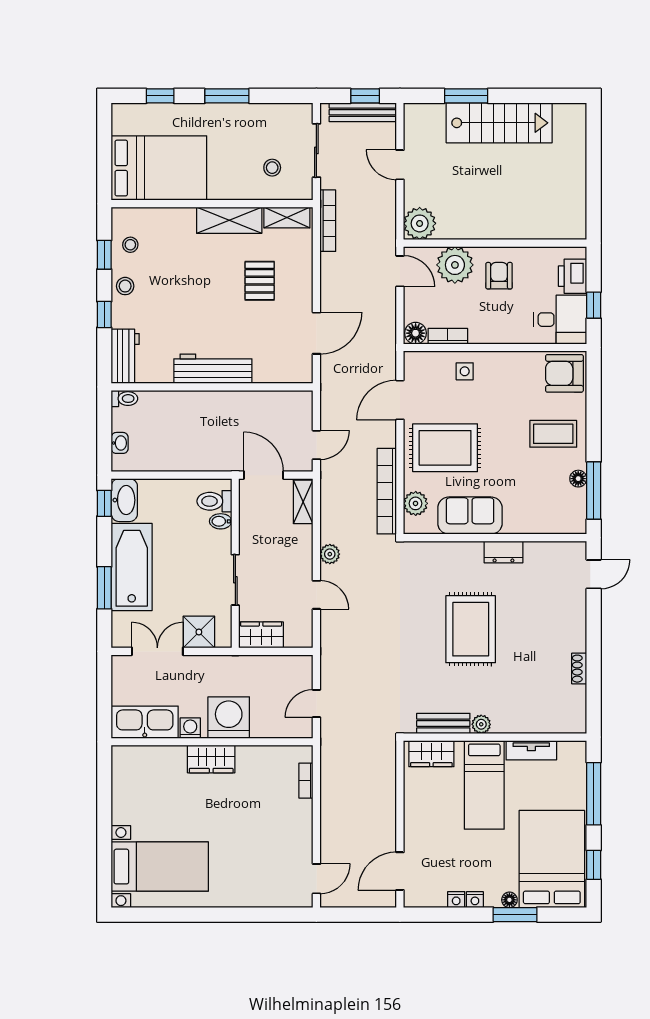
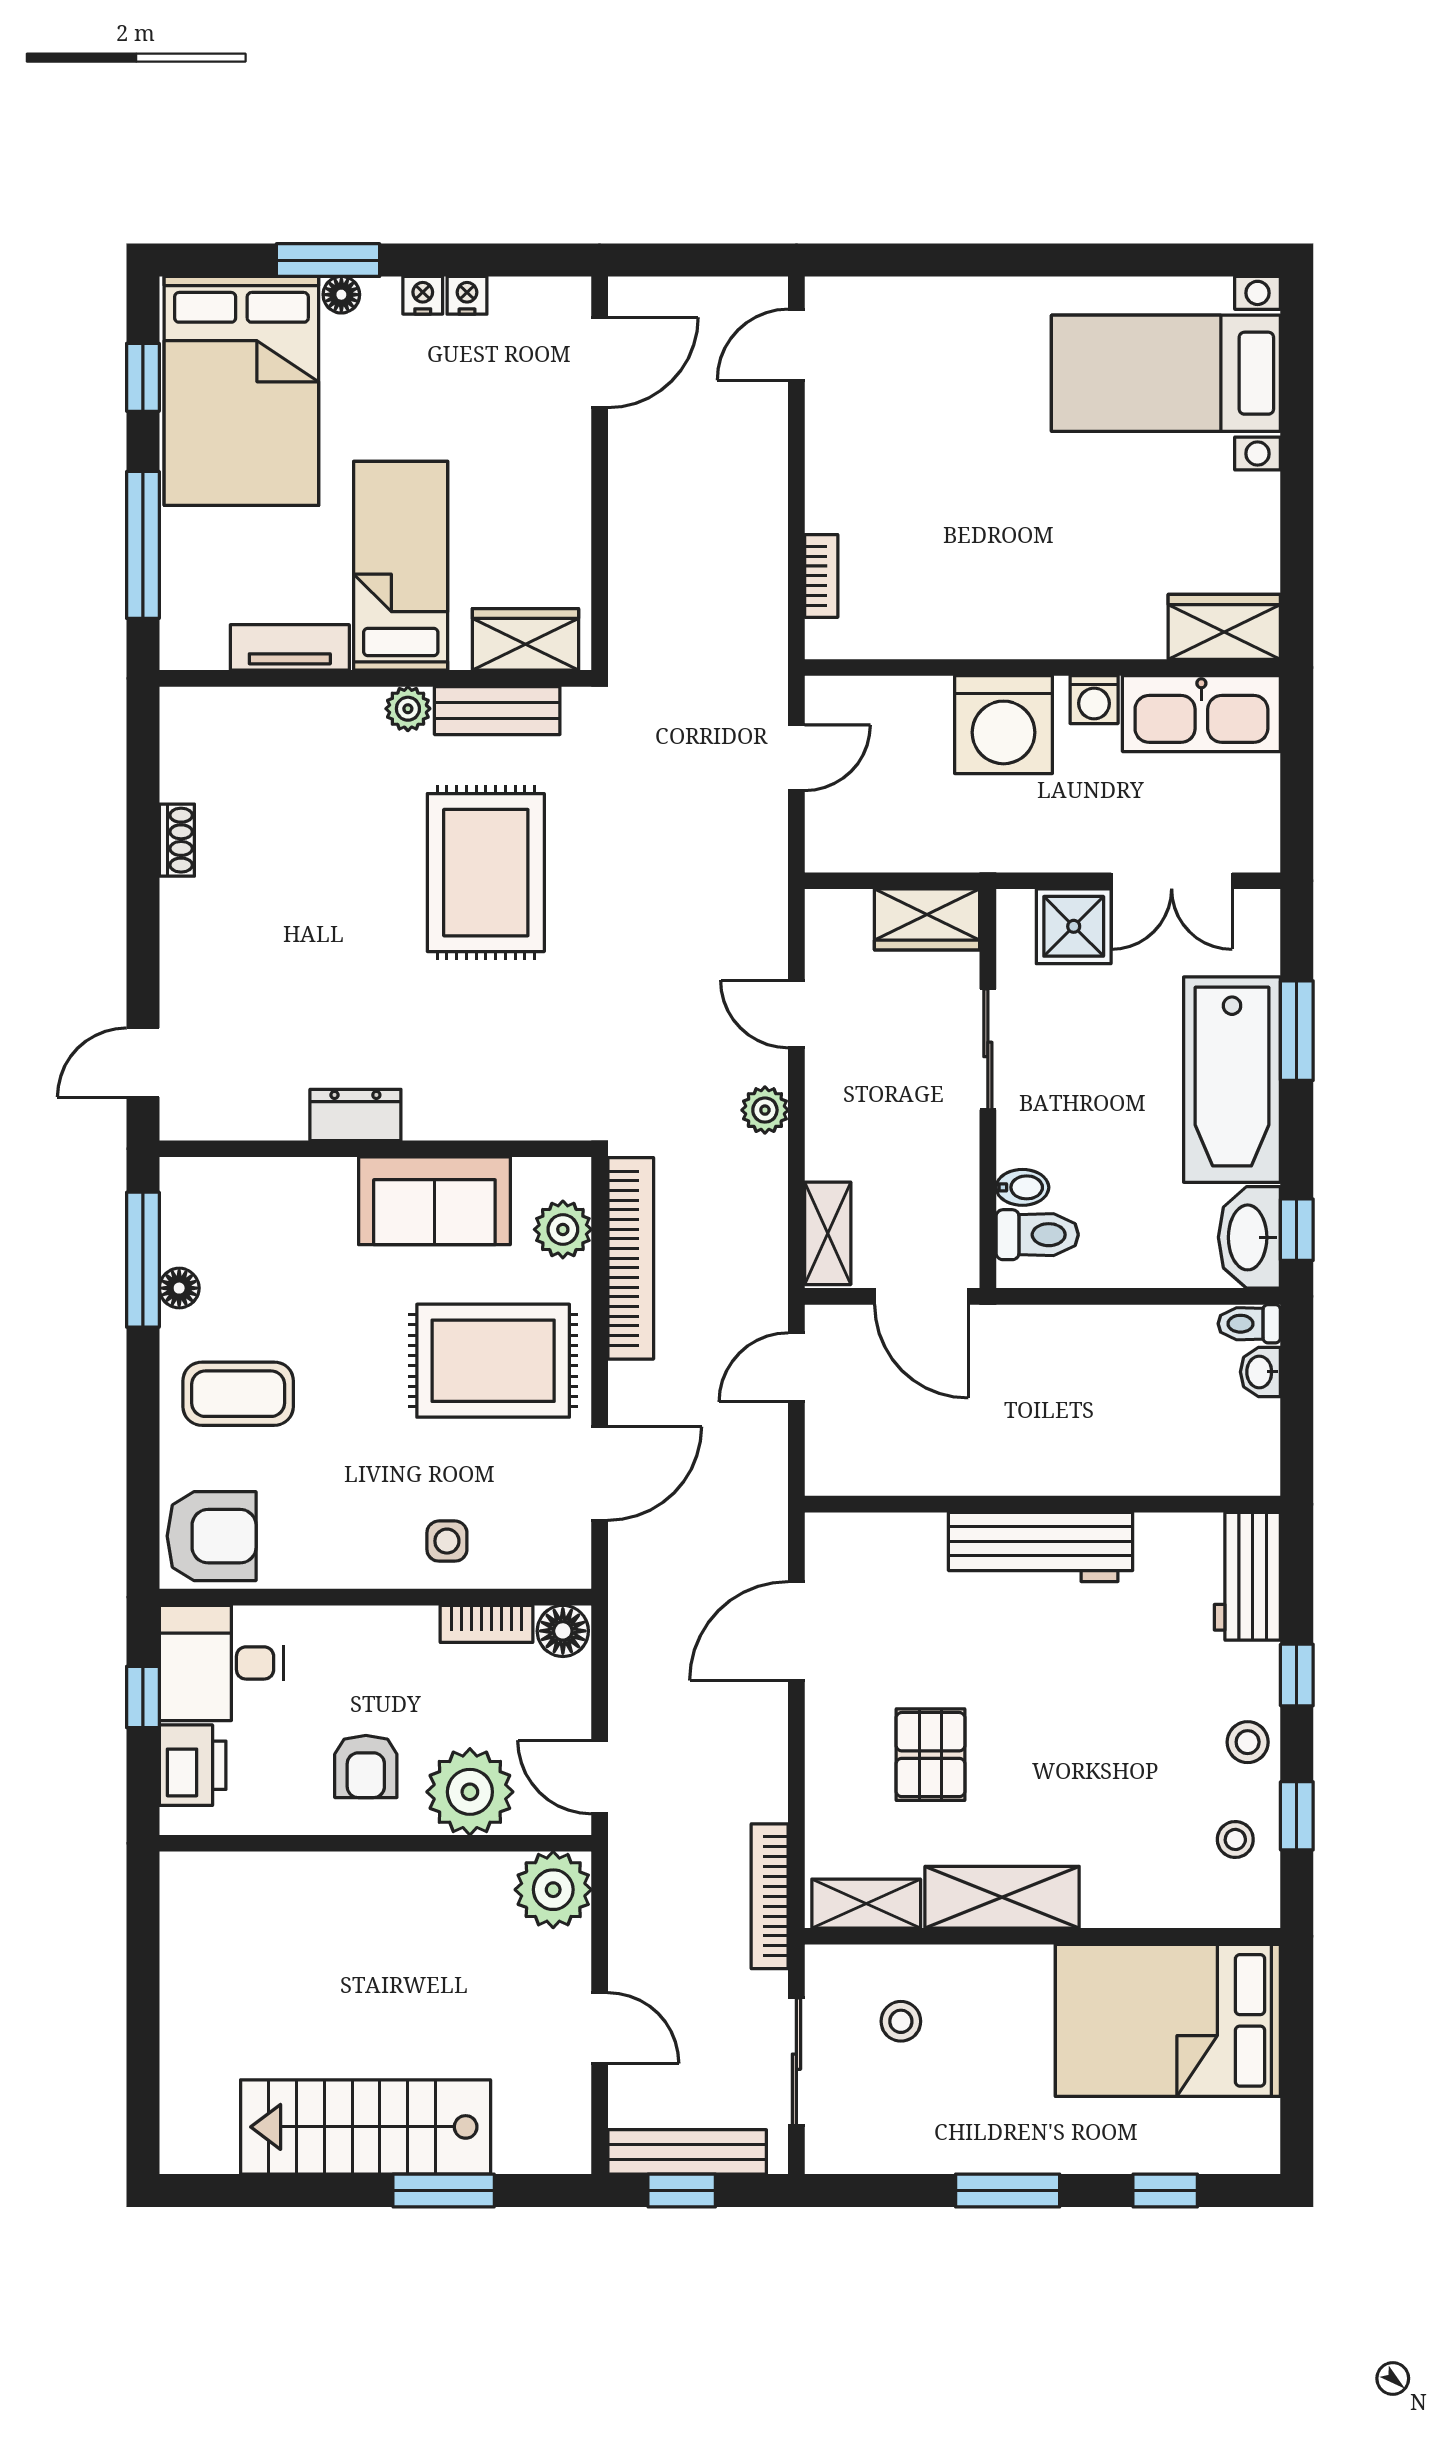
toilet: (124, 399) -> (1249, 1324), moved
rug: (471, 629) -> (486, 873), moved
wardrobe: (211, 759) -> (1224, 627), moved

